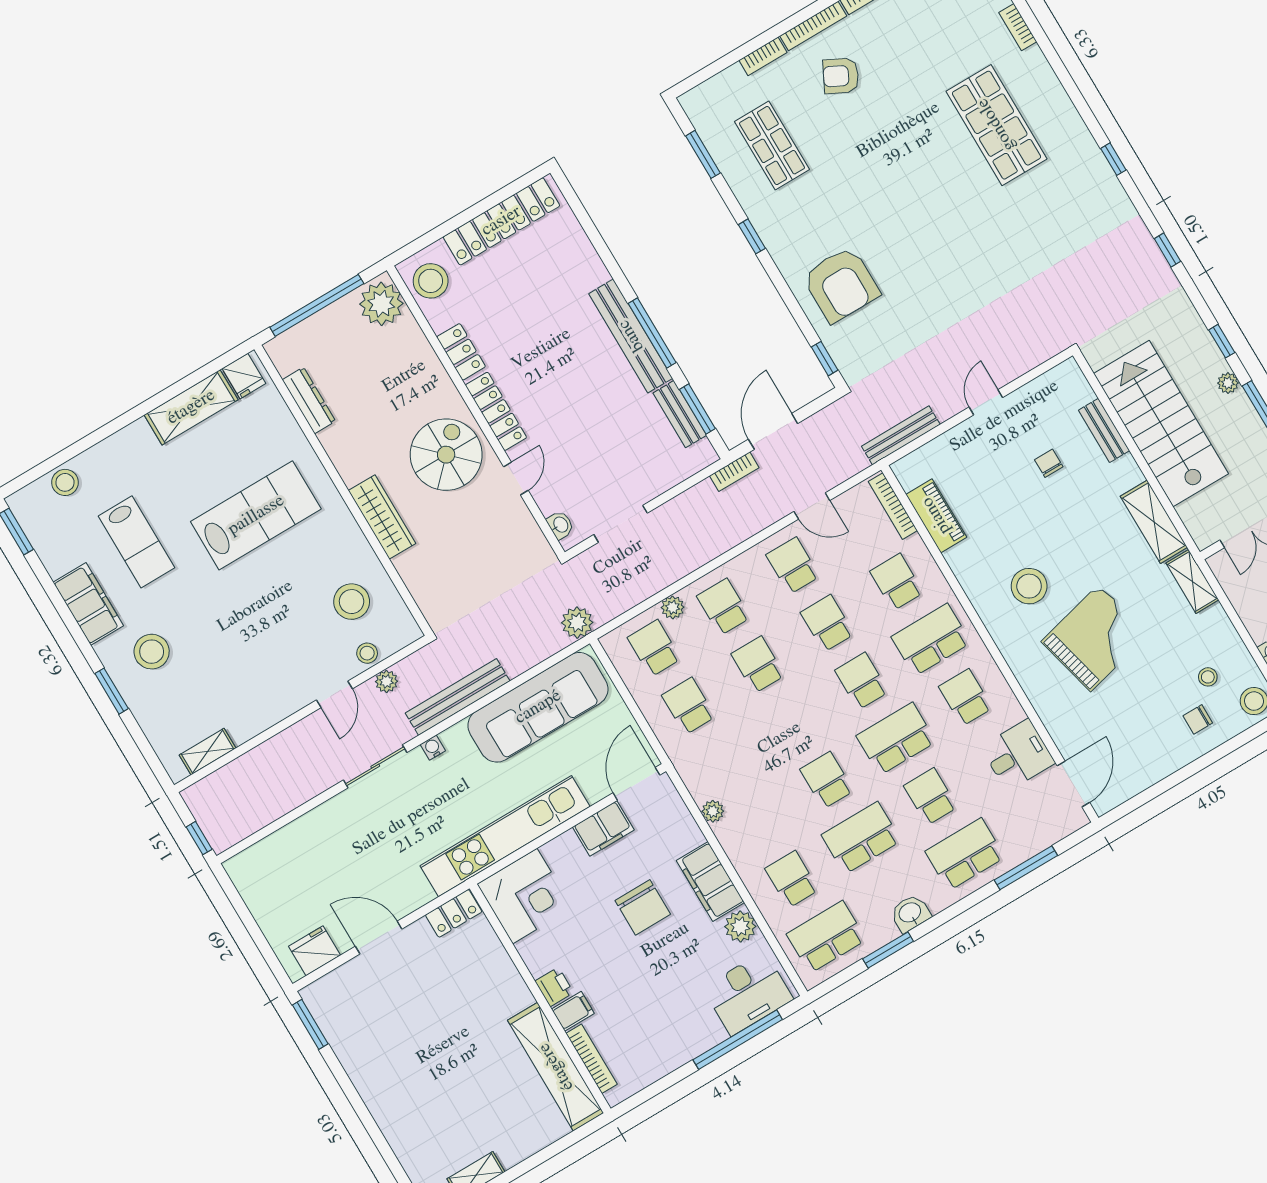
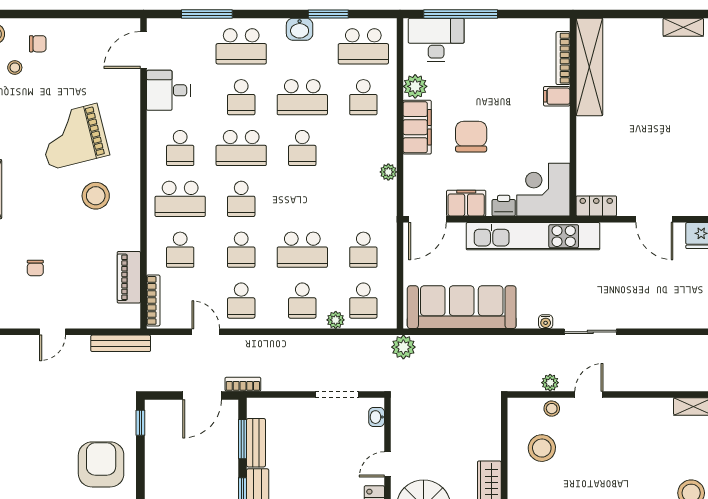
school desk: (758, 665) -> (302, 250), width x1.85
bench: (458, 697) -> (510, 345), removed
printer: (554, 987) -> (504, 206), moved, turned 90

